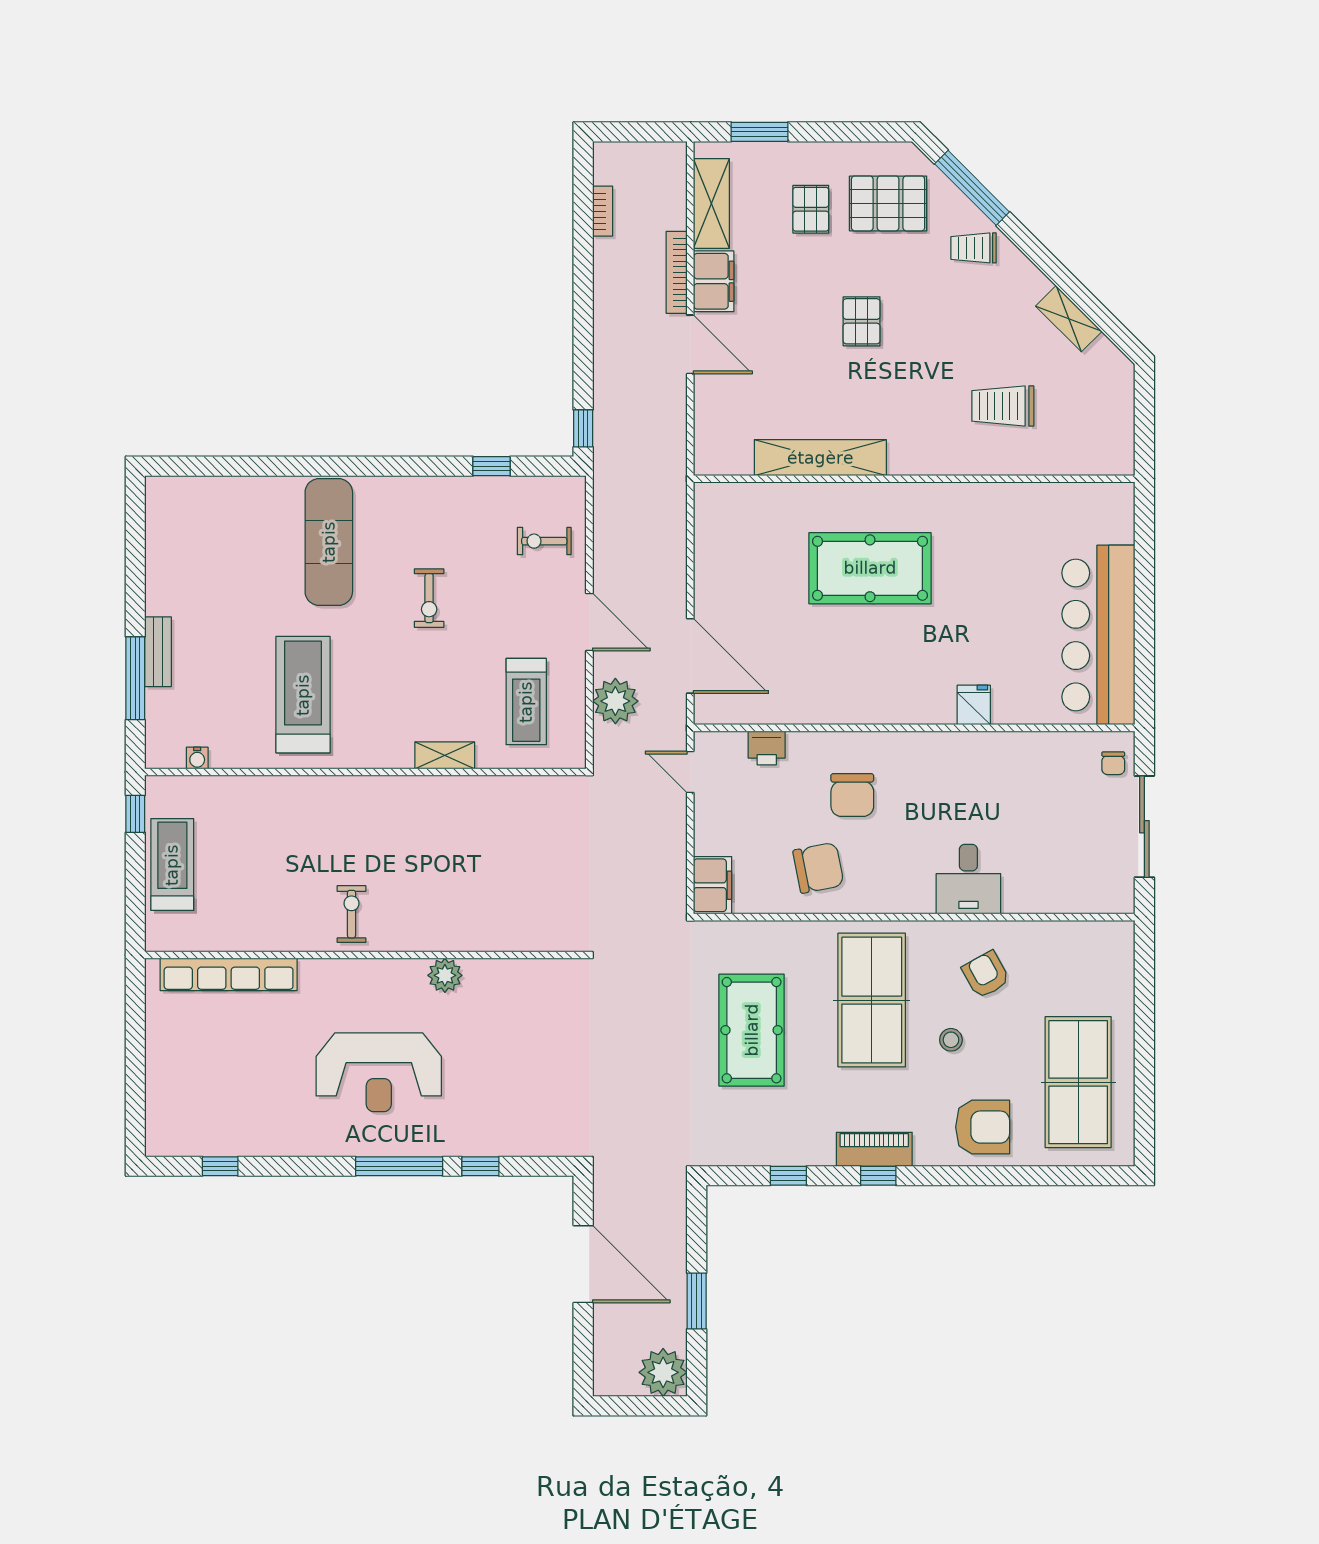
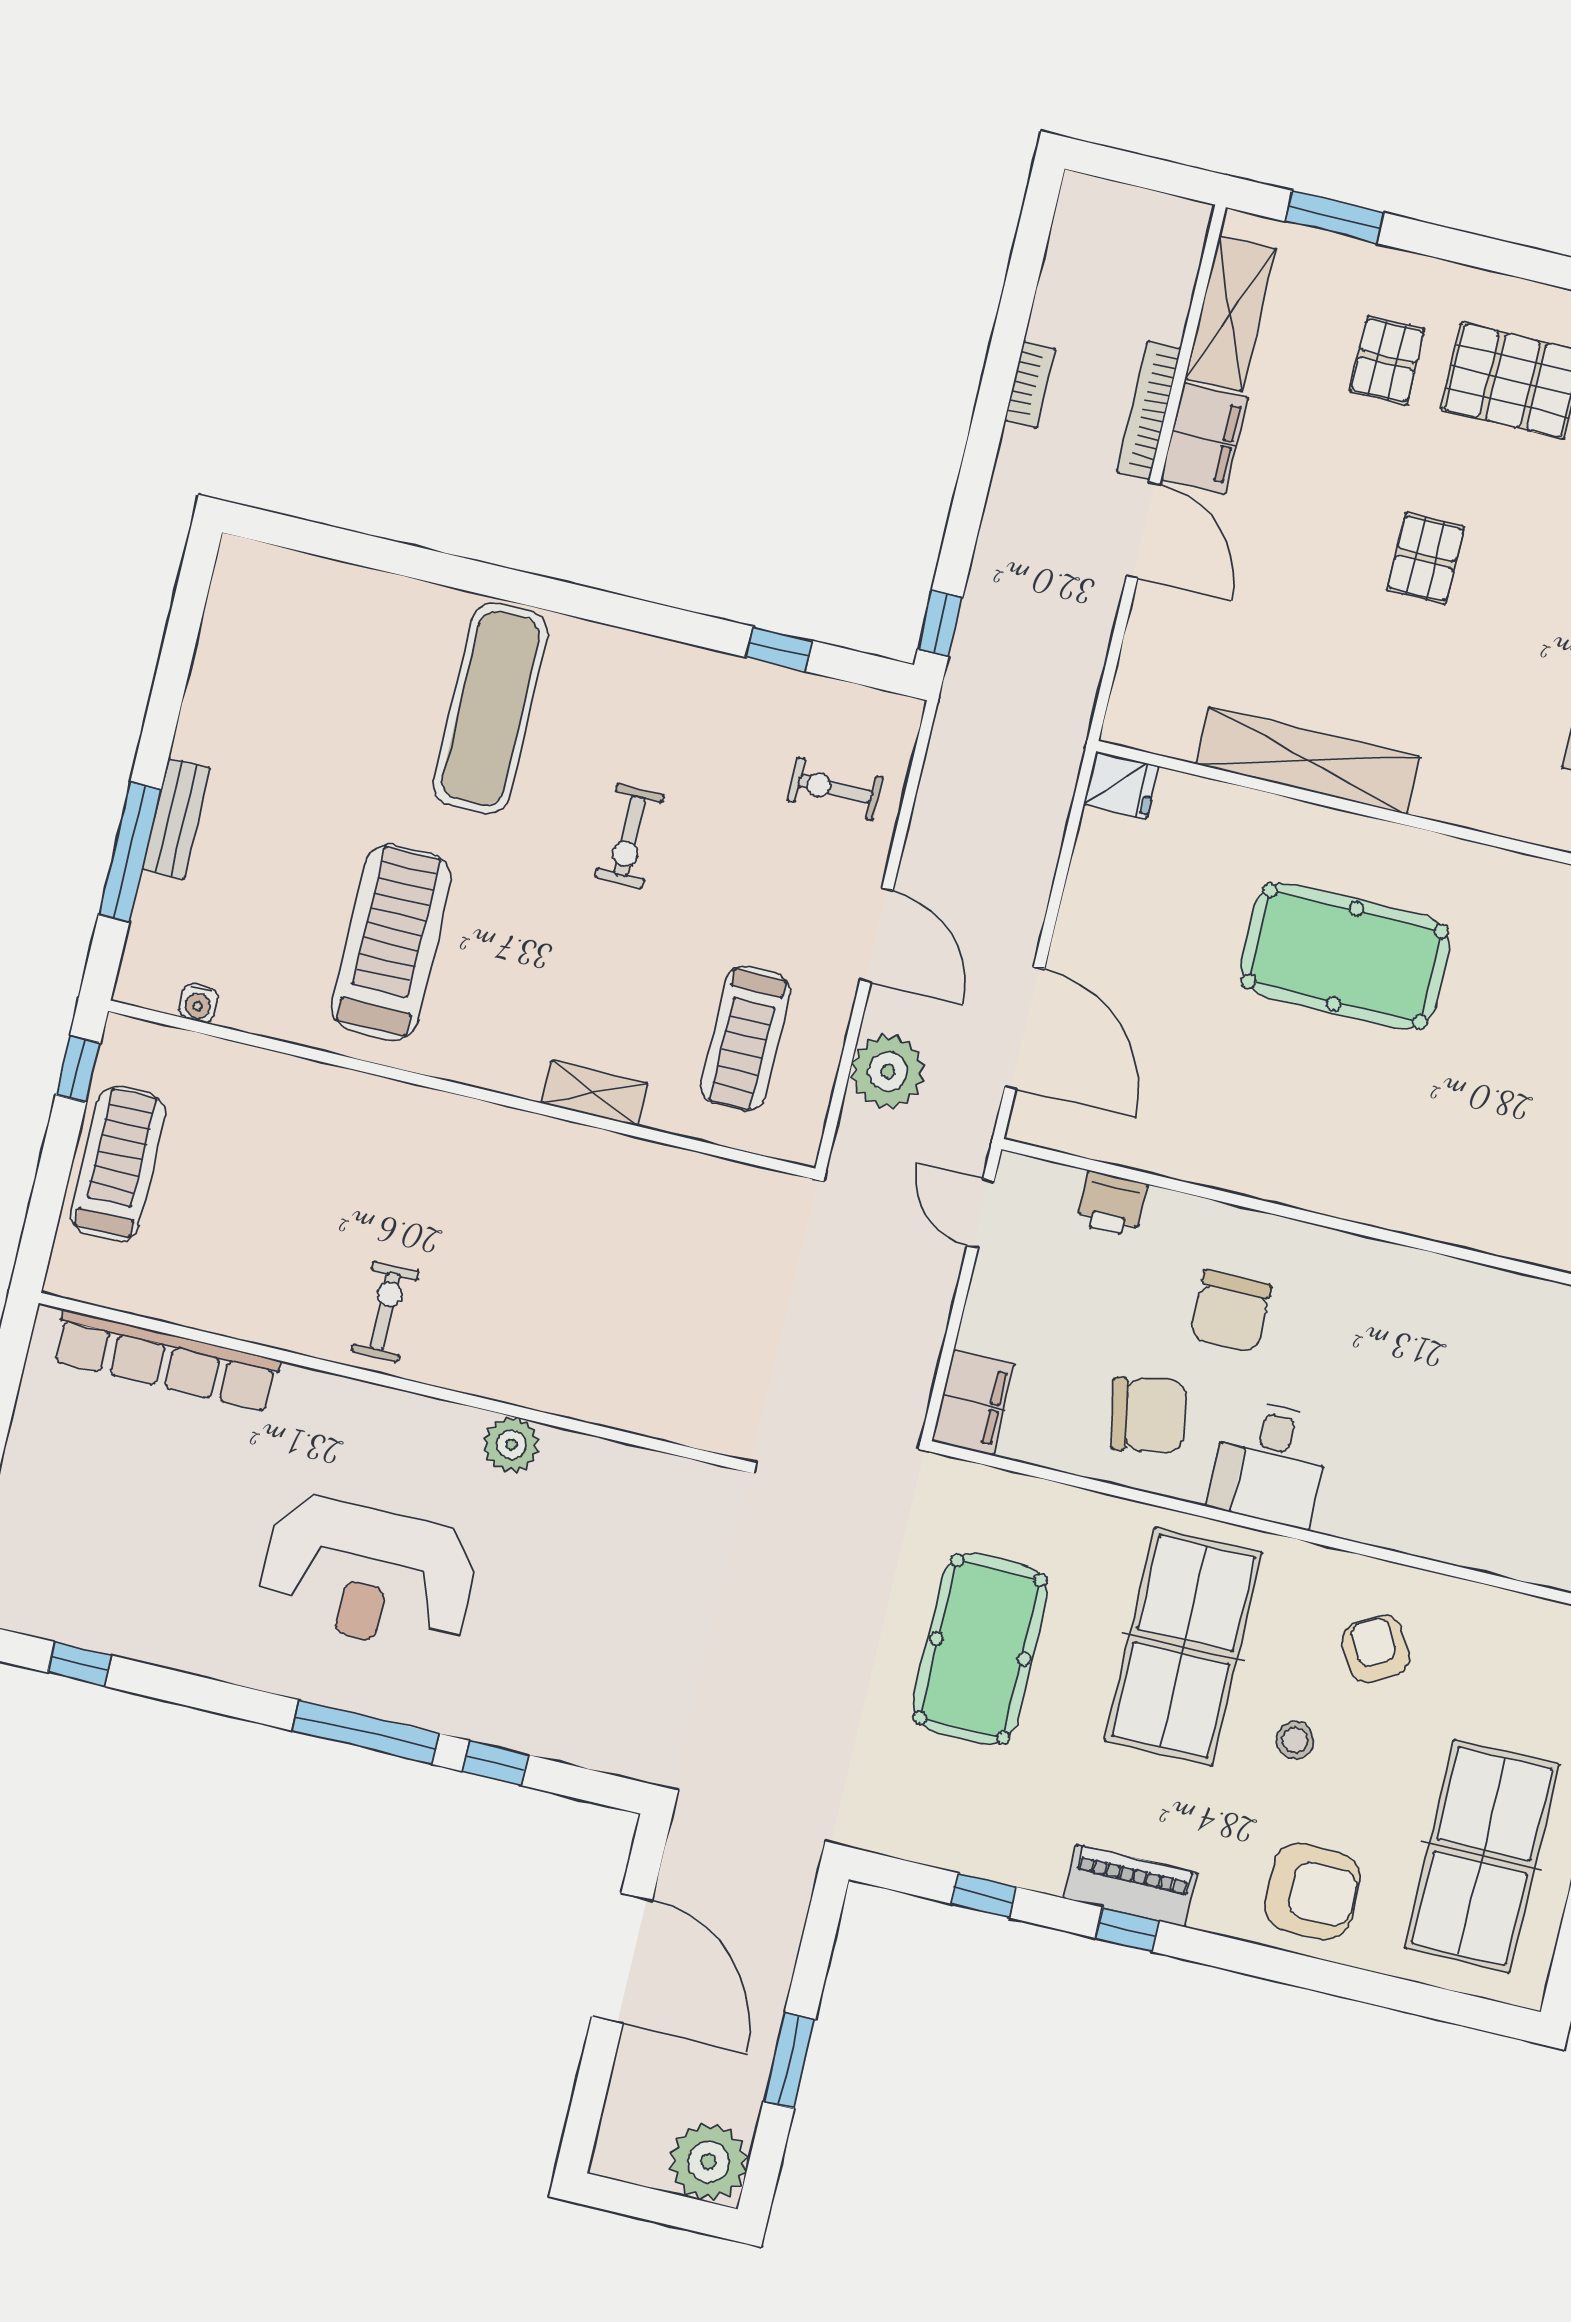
bookcase: (603, 211) -> (1030, 384), moved
fridge: (974, 705) -> (1121, 785), moved, turned 90
desk: (968, 879) -> (1270, 1463), moved

